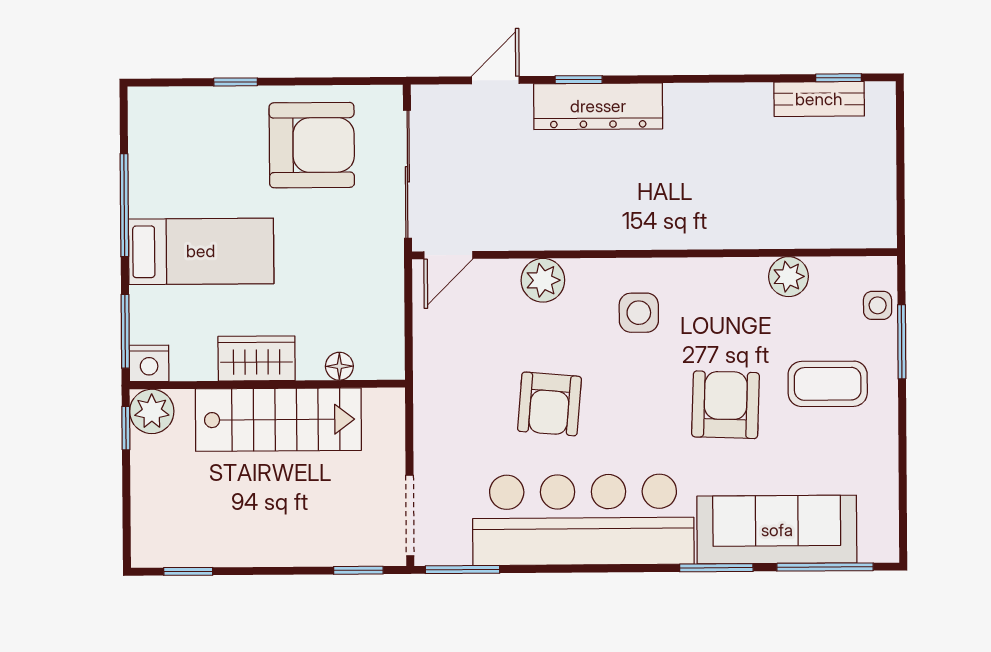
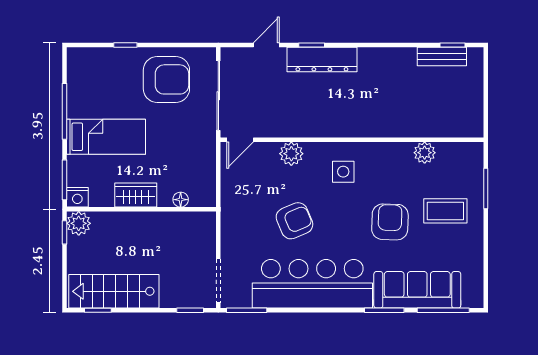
side table: (878, 305) -> (473, 169), removed
armchair: (550, 404) -> (294, 221), turned -118
stairs: (278, 420) -> (114, 291), moved, turned 180

